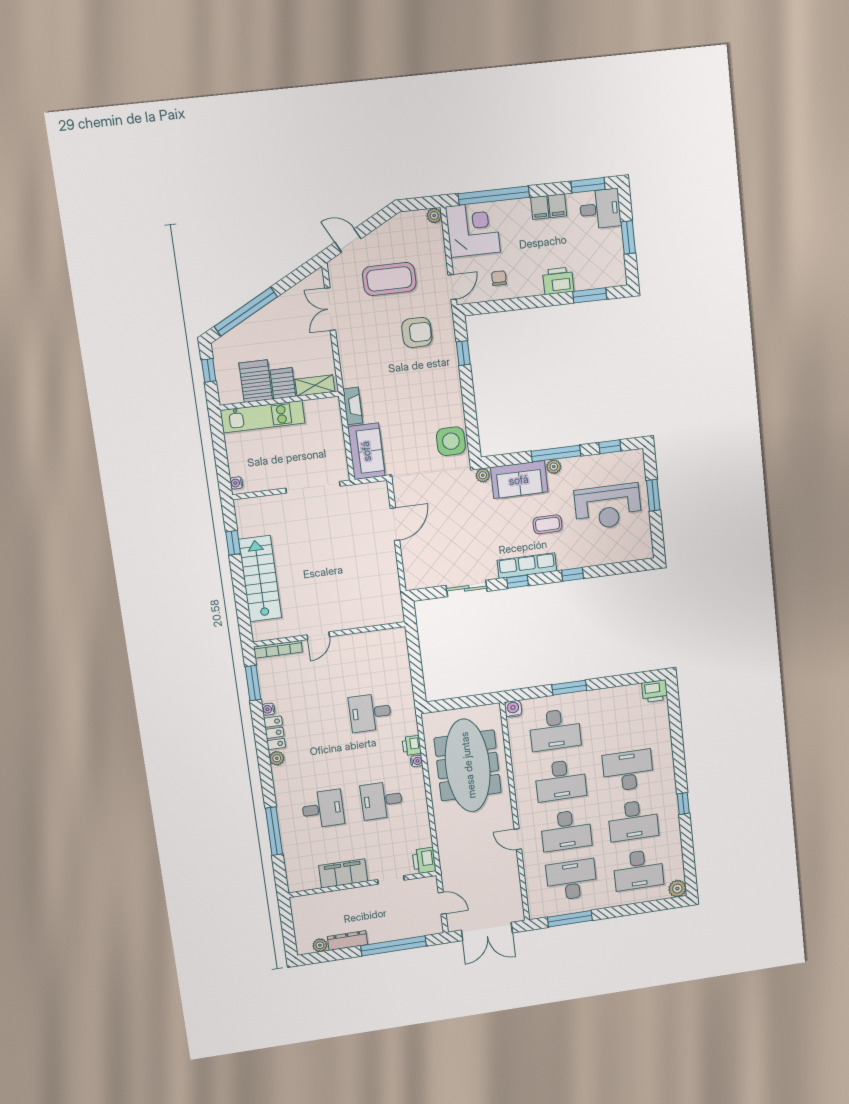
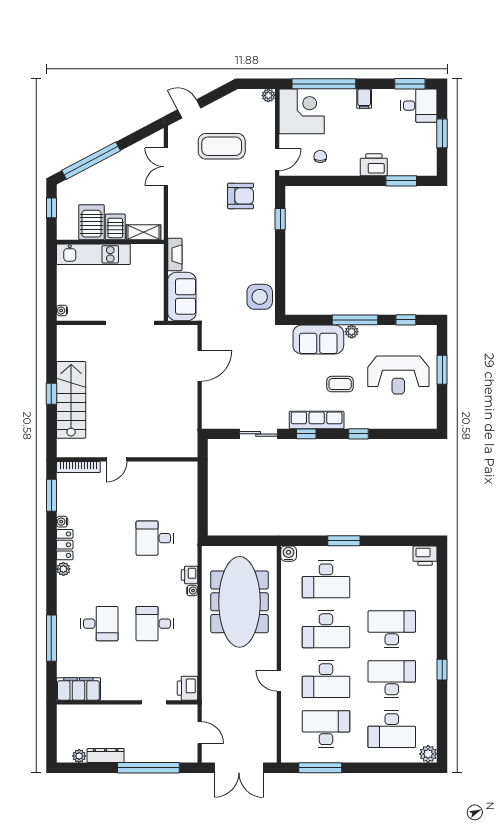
filing cabinet: (557, 206) -> (380, 99), removed
plant: (483, 475) -> (285, 331), removed
window: (233, 543) -> (51, 394), moved
desk: (633, 820) -> (392, 679), turned 180
filing cabinet: (343, 873) -> (78, 689), moved

